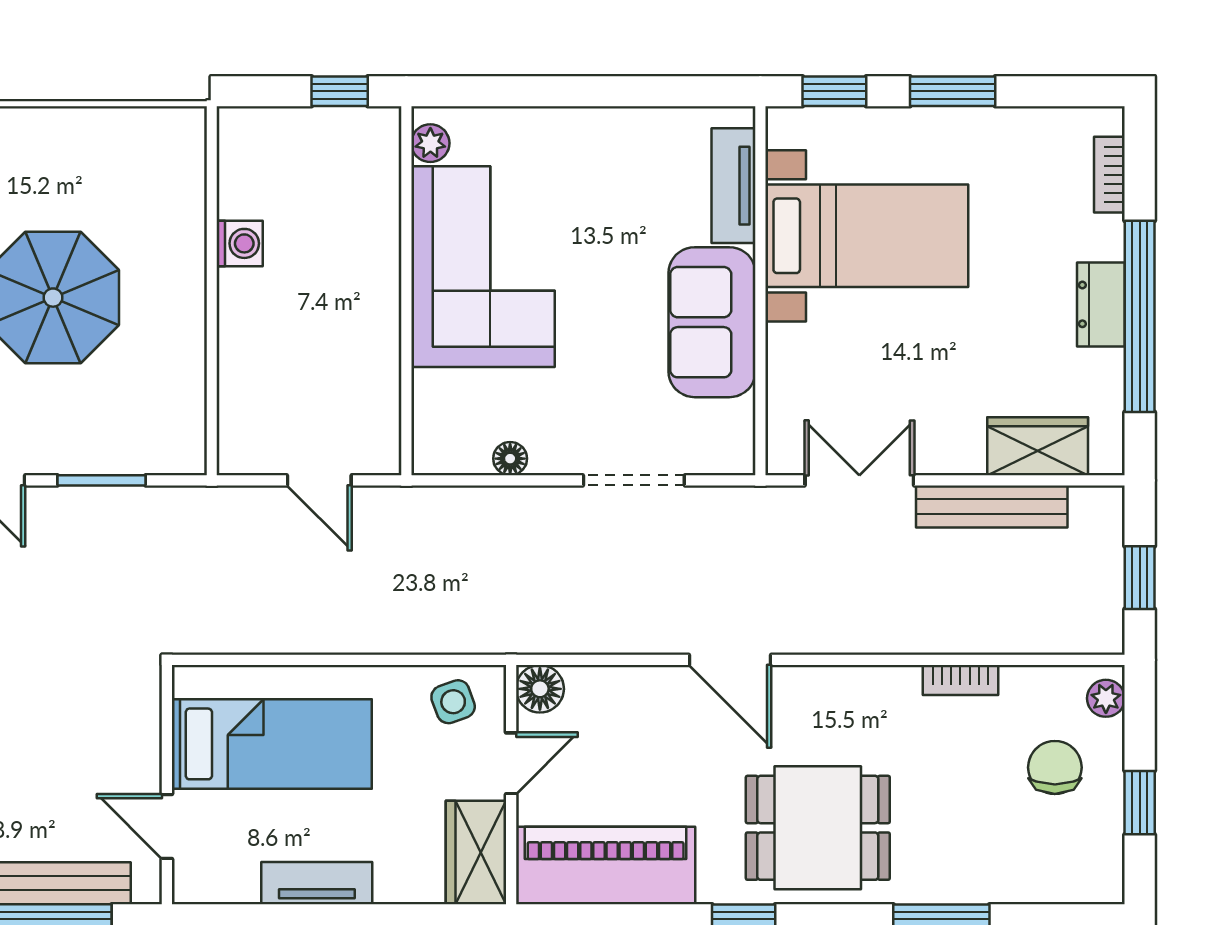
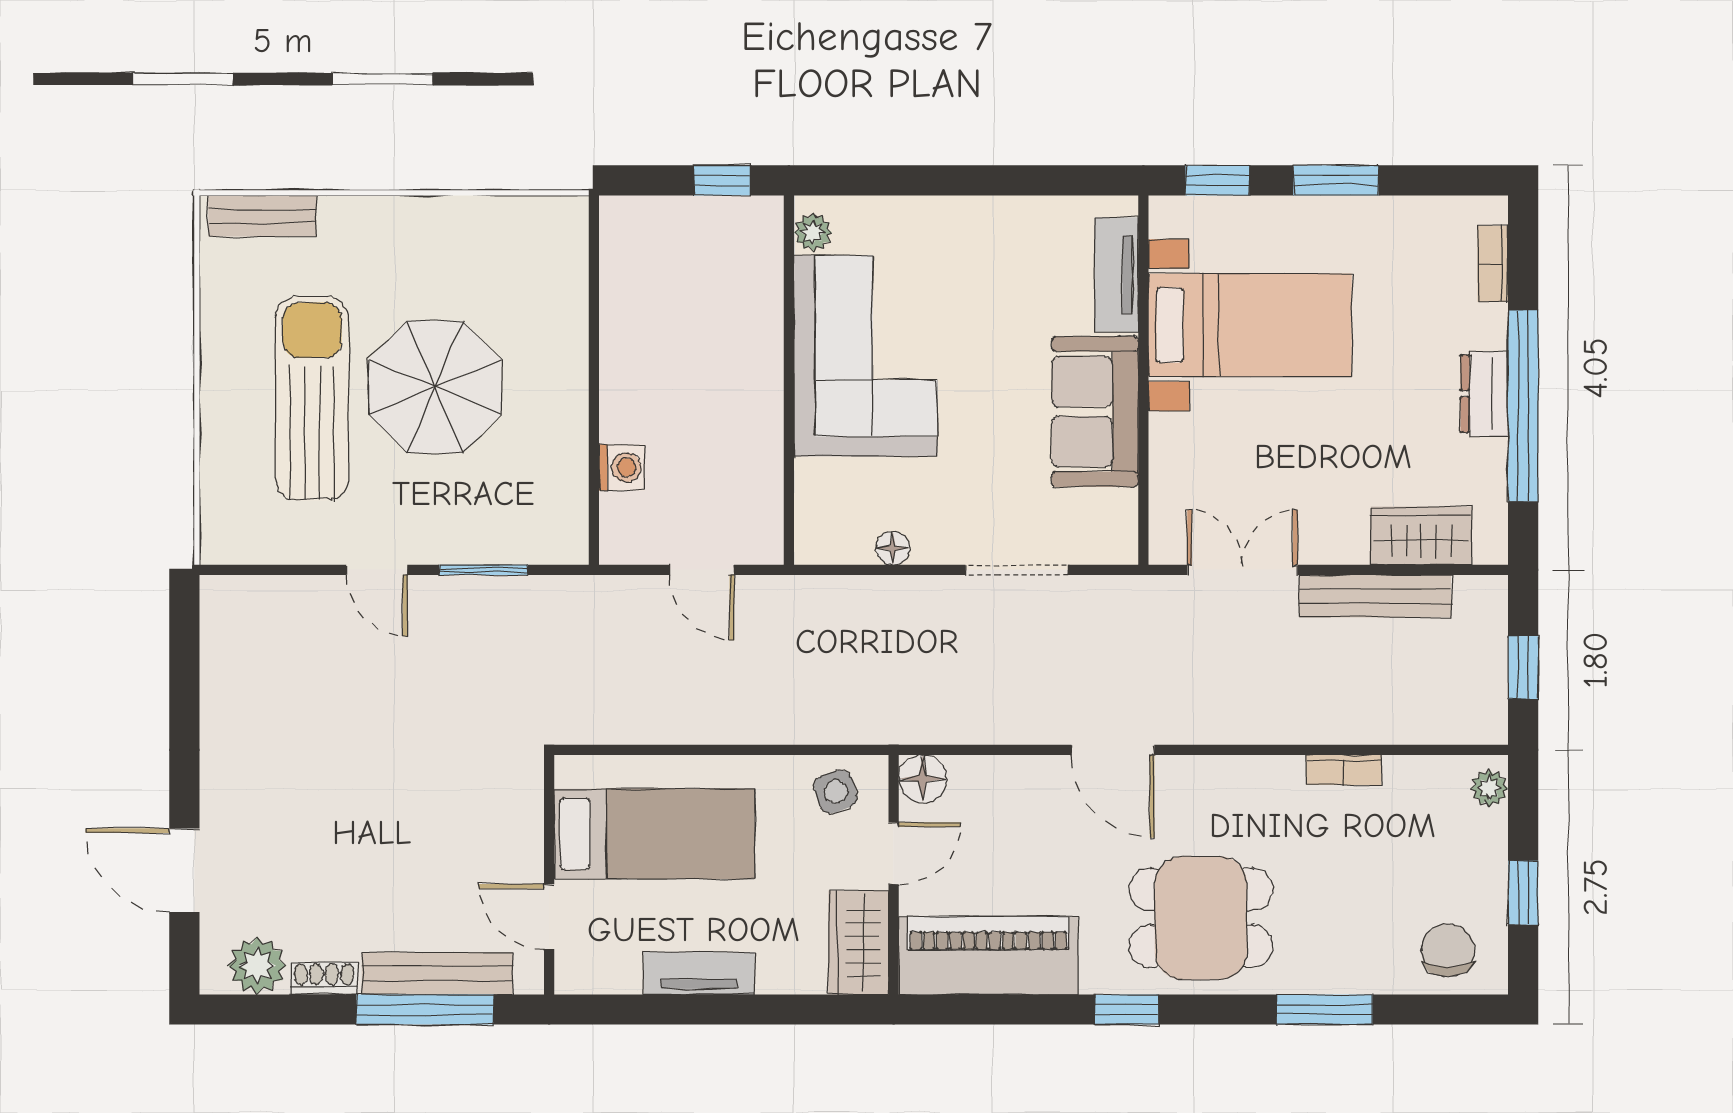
washing machine: (240, 243) -> (622, 467), moved
chair: (1055, 767) -> (1448, 950), moved

